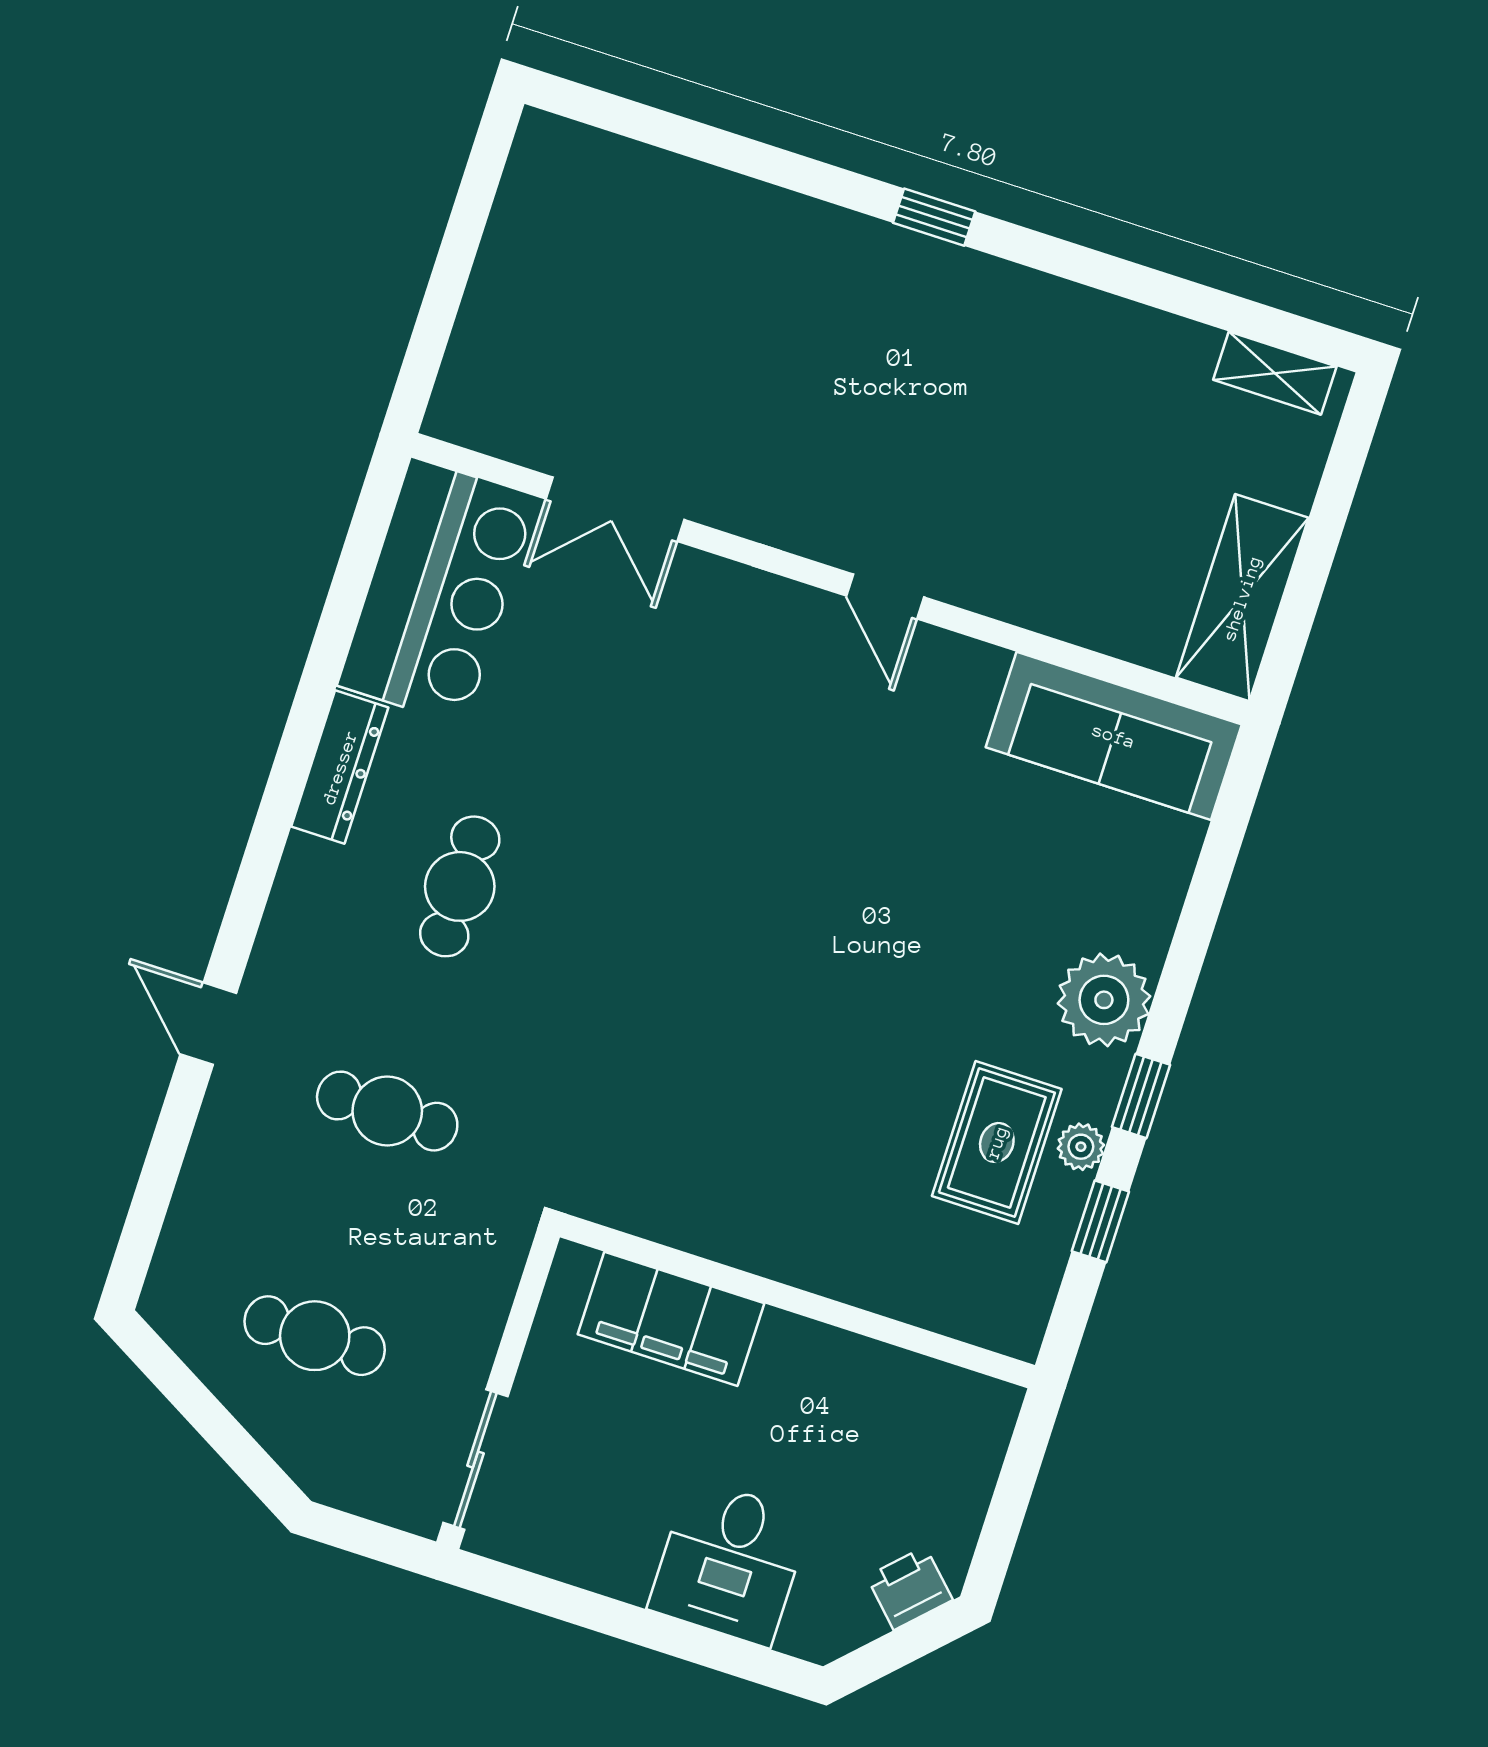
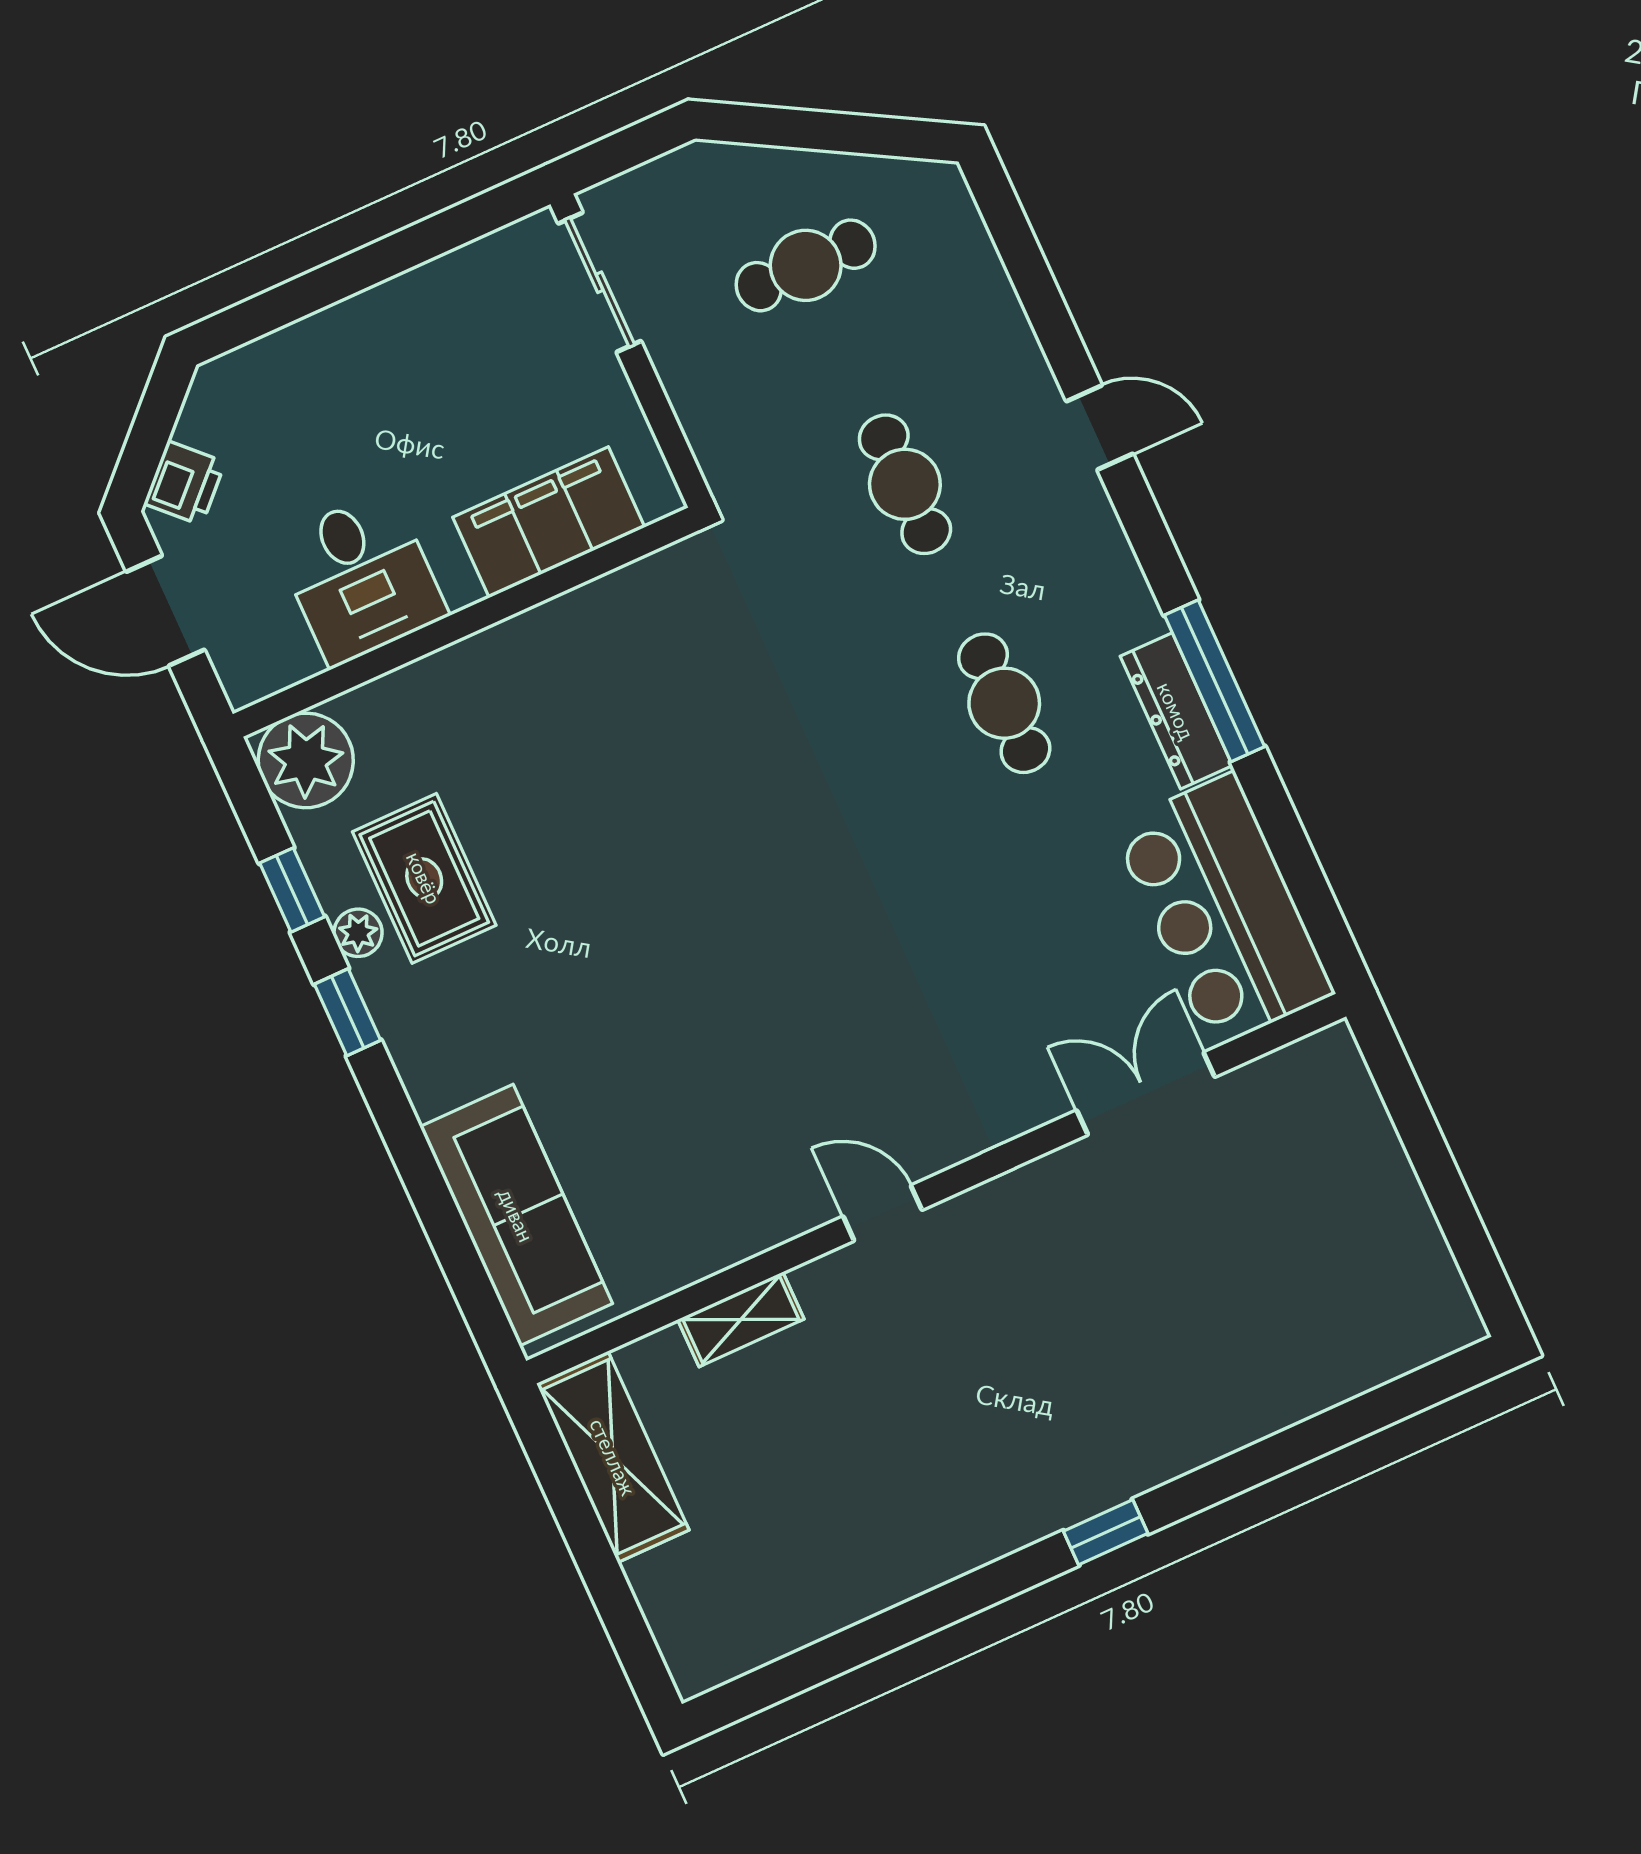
shelving: (1275, 373) -> (741, 1319), moved
sofa: (1114, 736) -> (516, 1215), moved, turned 90
window: (292, 764) -> (1215, 681), added
plant: (1104, 1000) -> (306, 760), moved
cafe table: (387, 1111) -> (905, 484), turned 90
door: (1008, 1508) -> (165, 611), added
desk: (730, 1562) -> (361, 578), moved, turned 180

